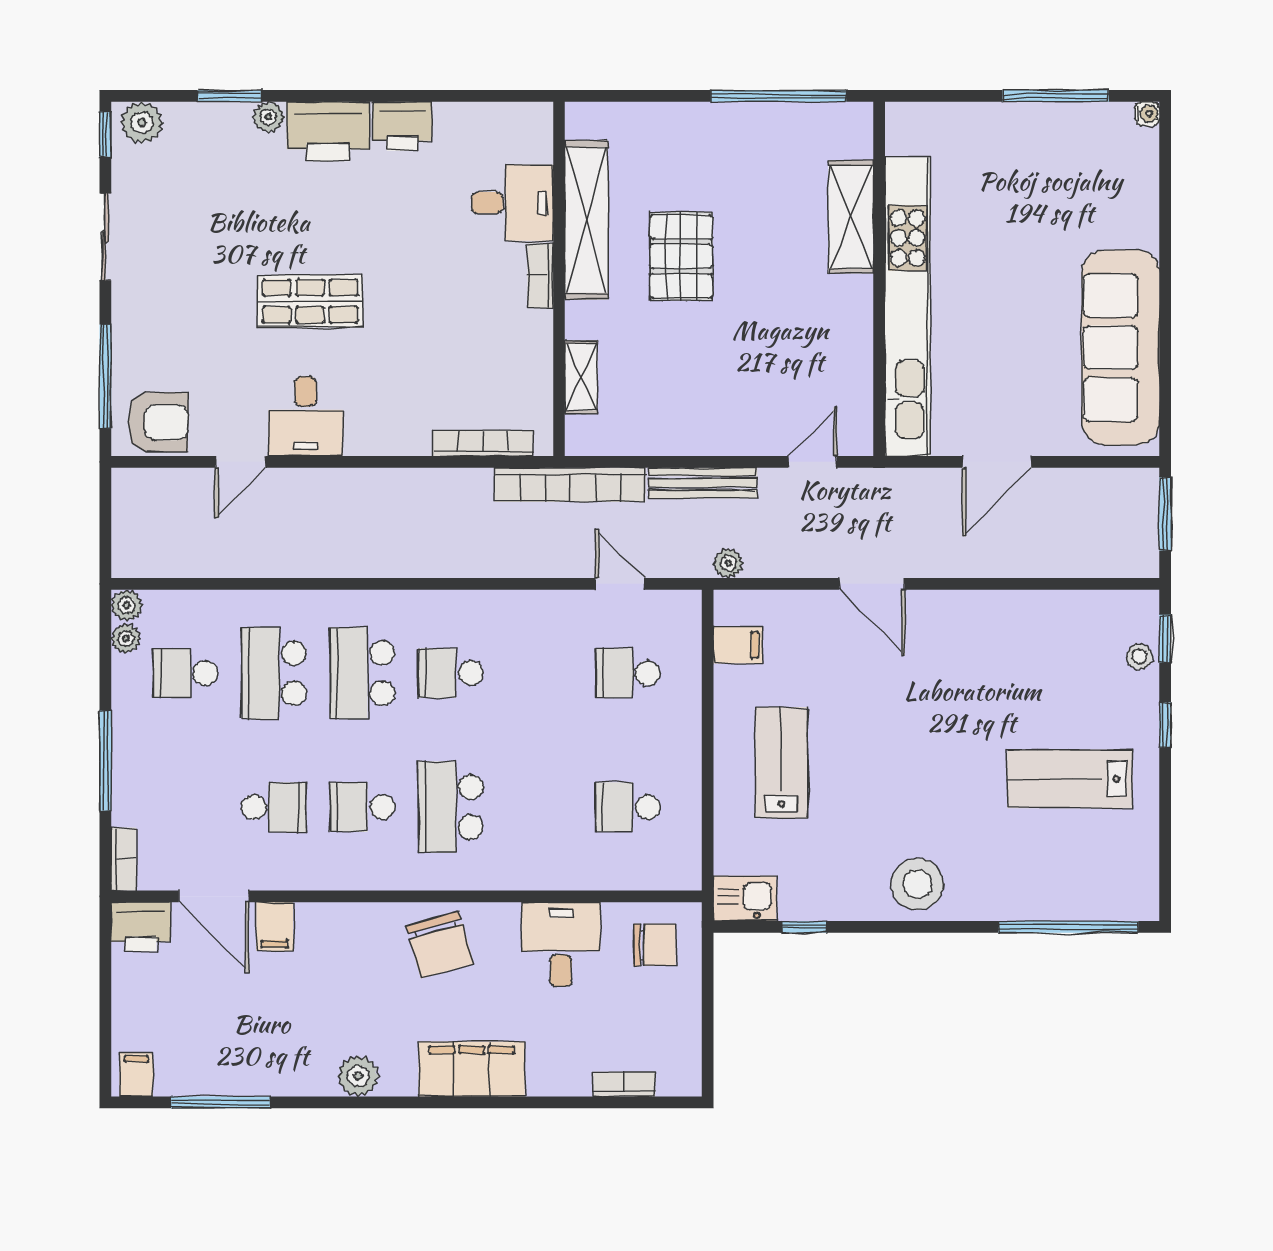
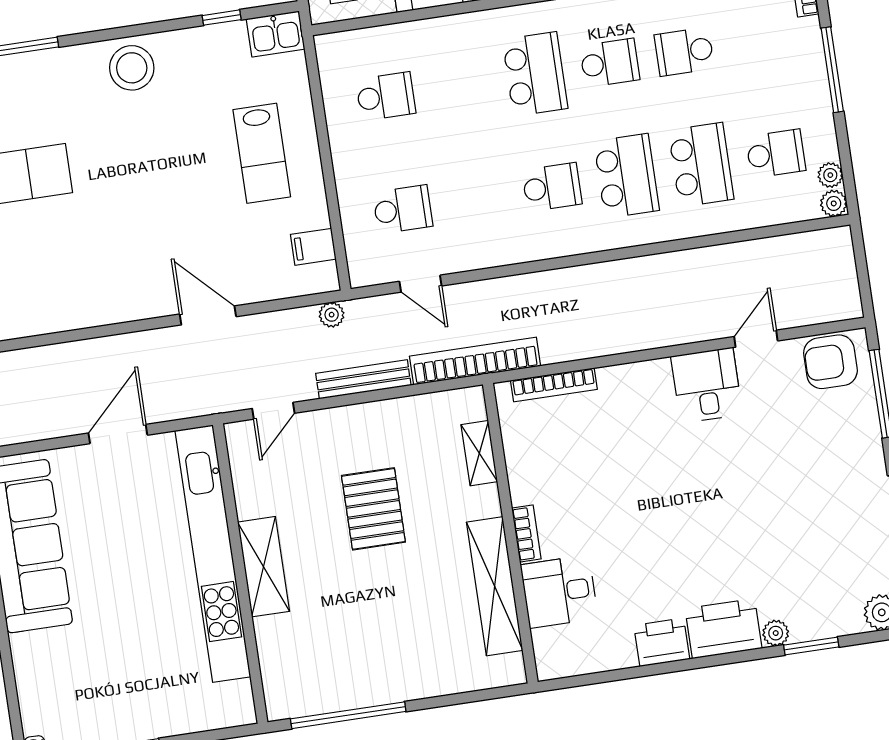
shelving: (851, 217) -> (264, 567), moved
pallet: (681, 256) -> (373, 509), moved
shop shelf: (310, 301) -> (717, 483), removed

